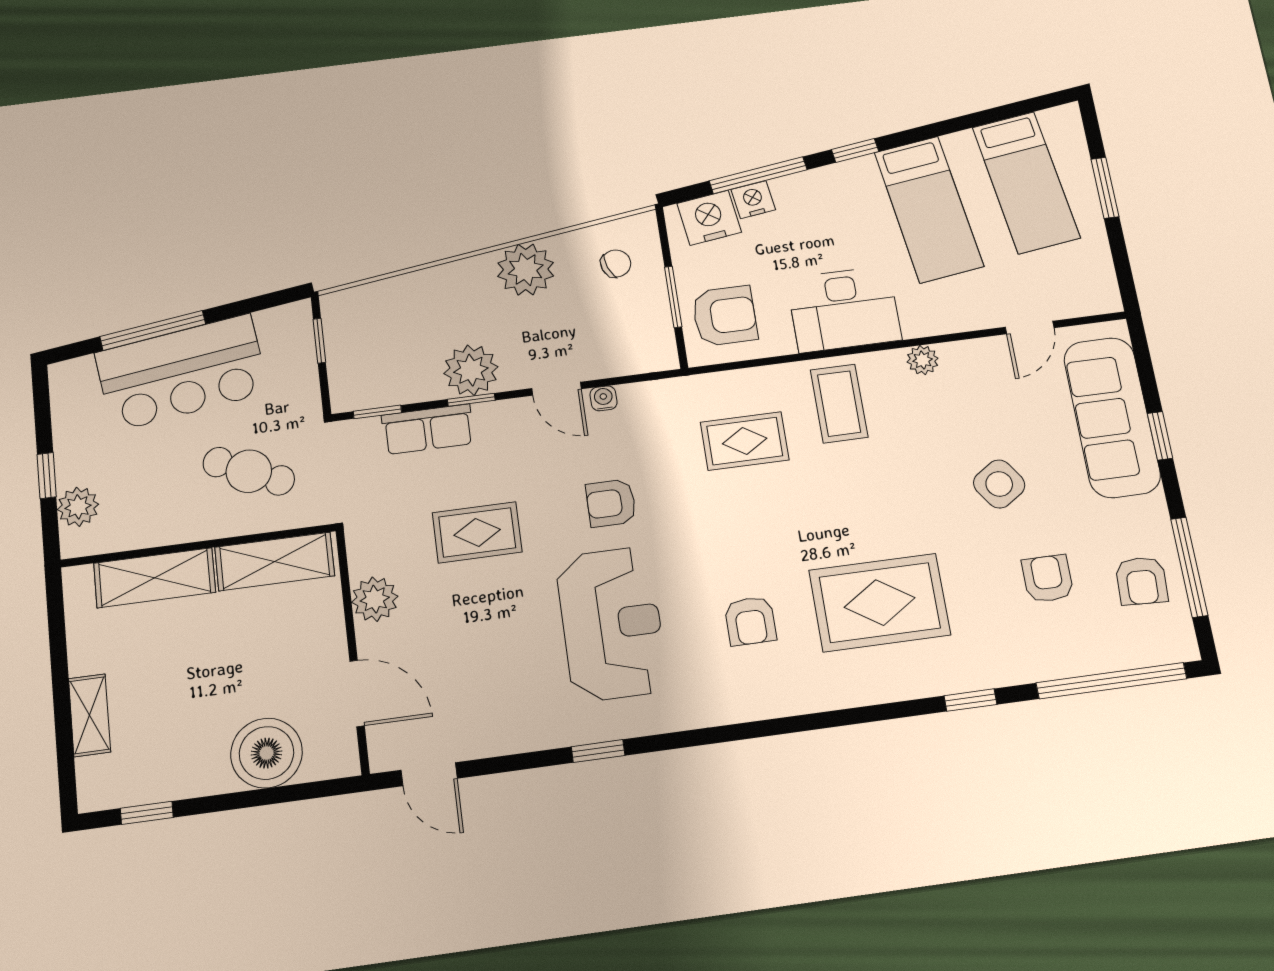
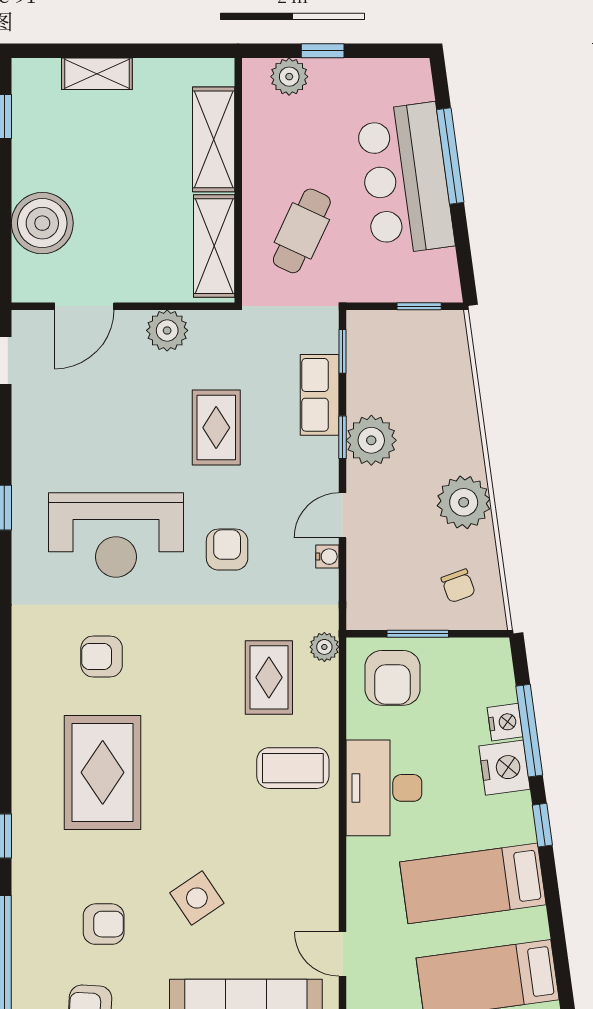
nightstand: (709, 218) -> (505, 768), moved
plant: (923, 360) -> (324, 647), moved

